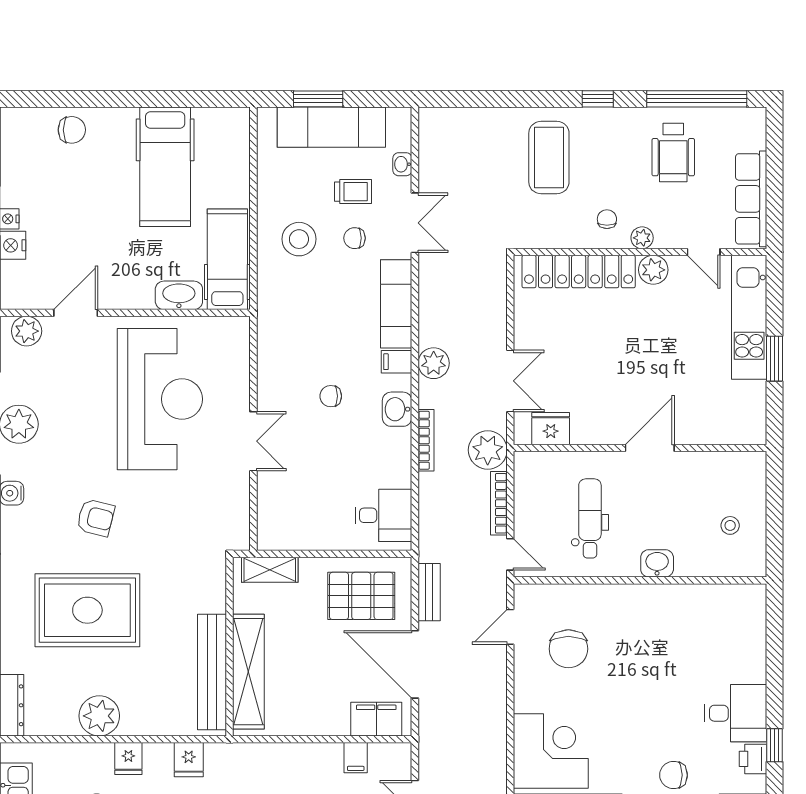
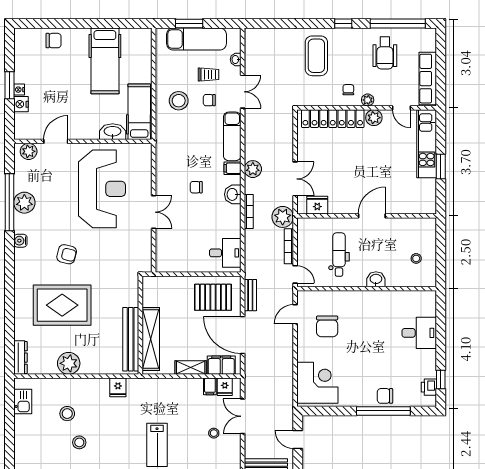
shelving: (270, 570) -> (191, 367), moved
desk: (736, 713) -> (419, 333), moved
fridge: (128, 758) -> (225, 387), moved

